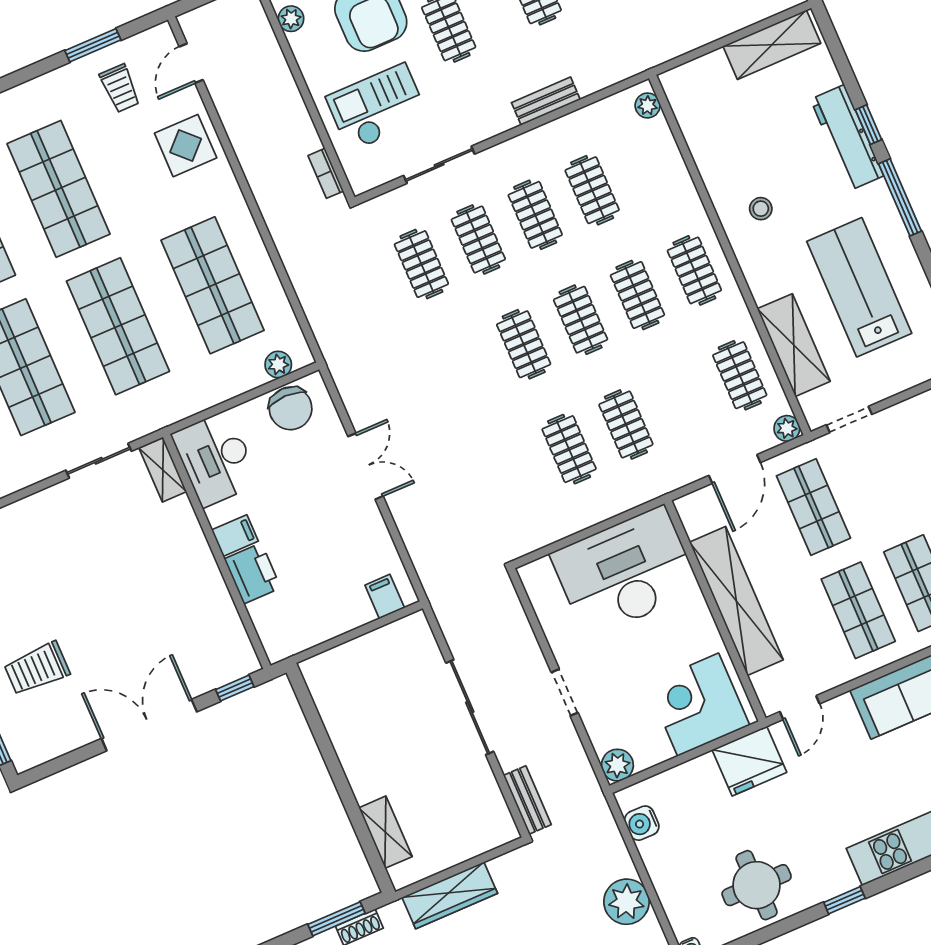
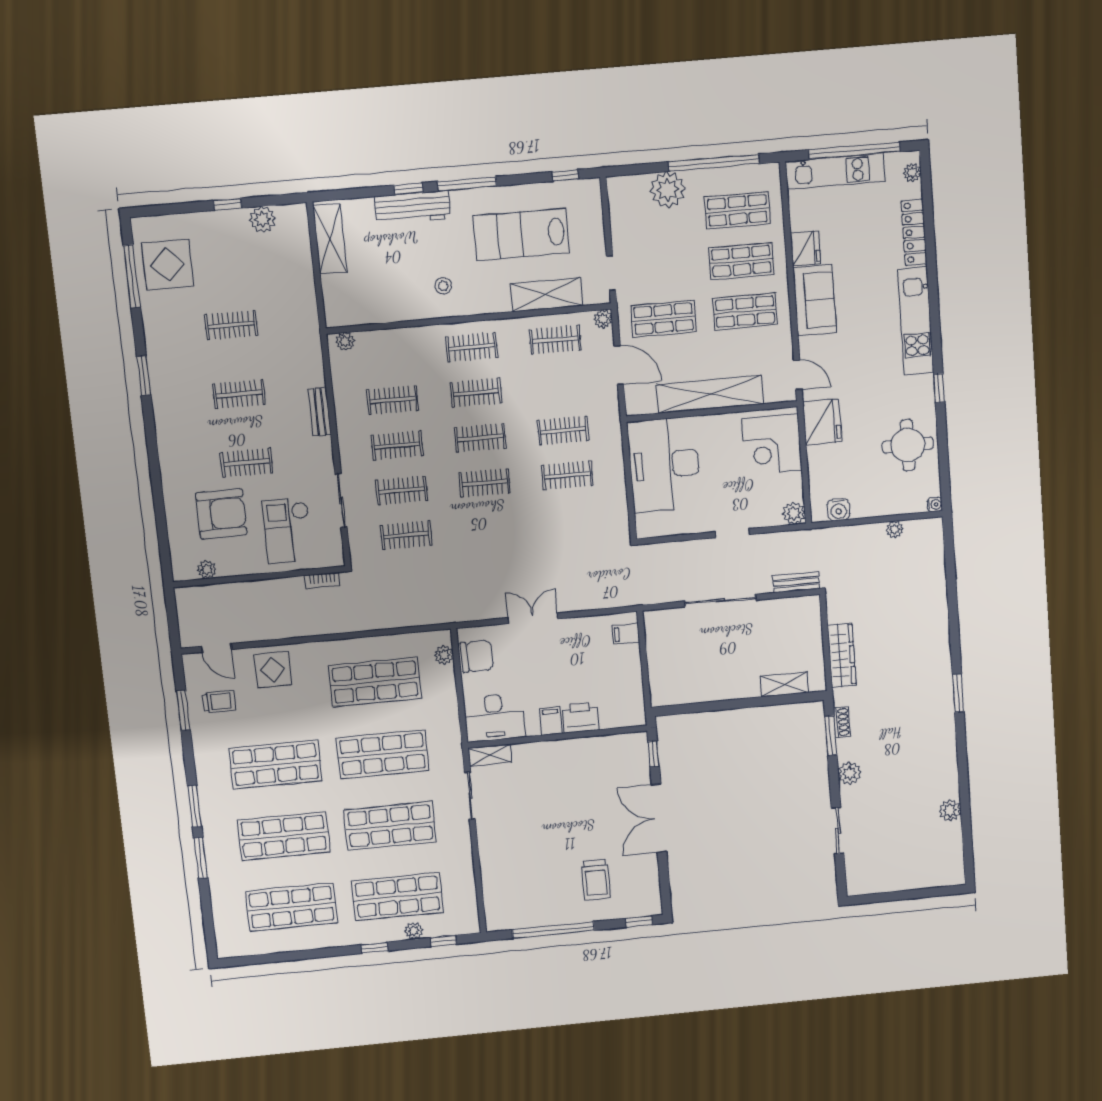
plant: (626, 902) -> (895, 529), width x0.53, depth x0.53

